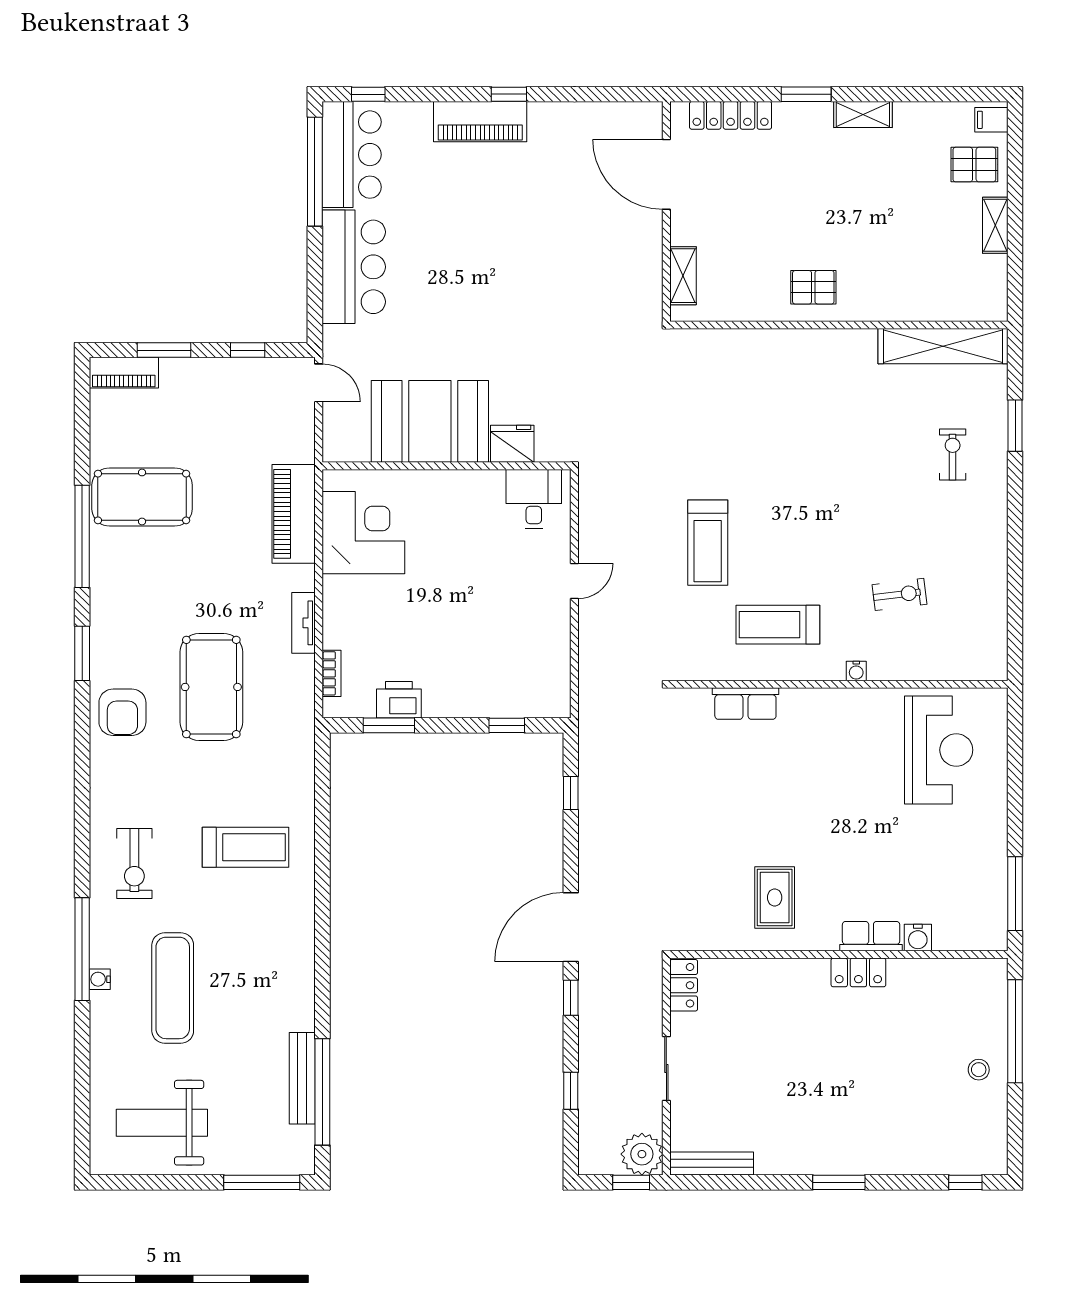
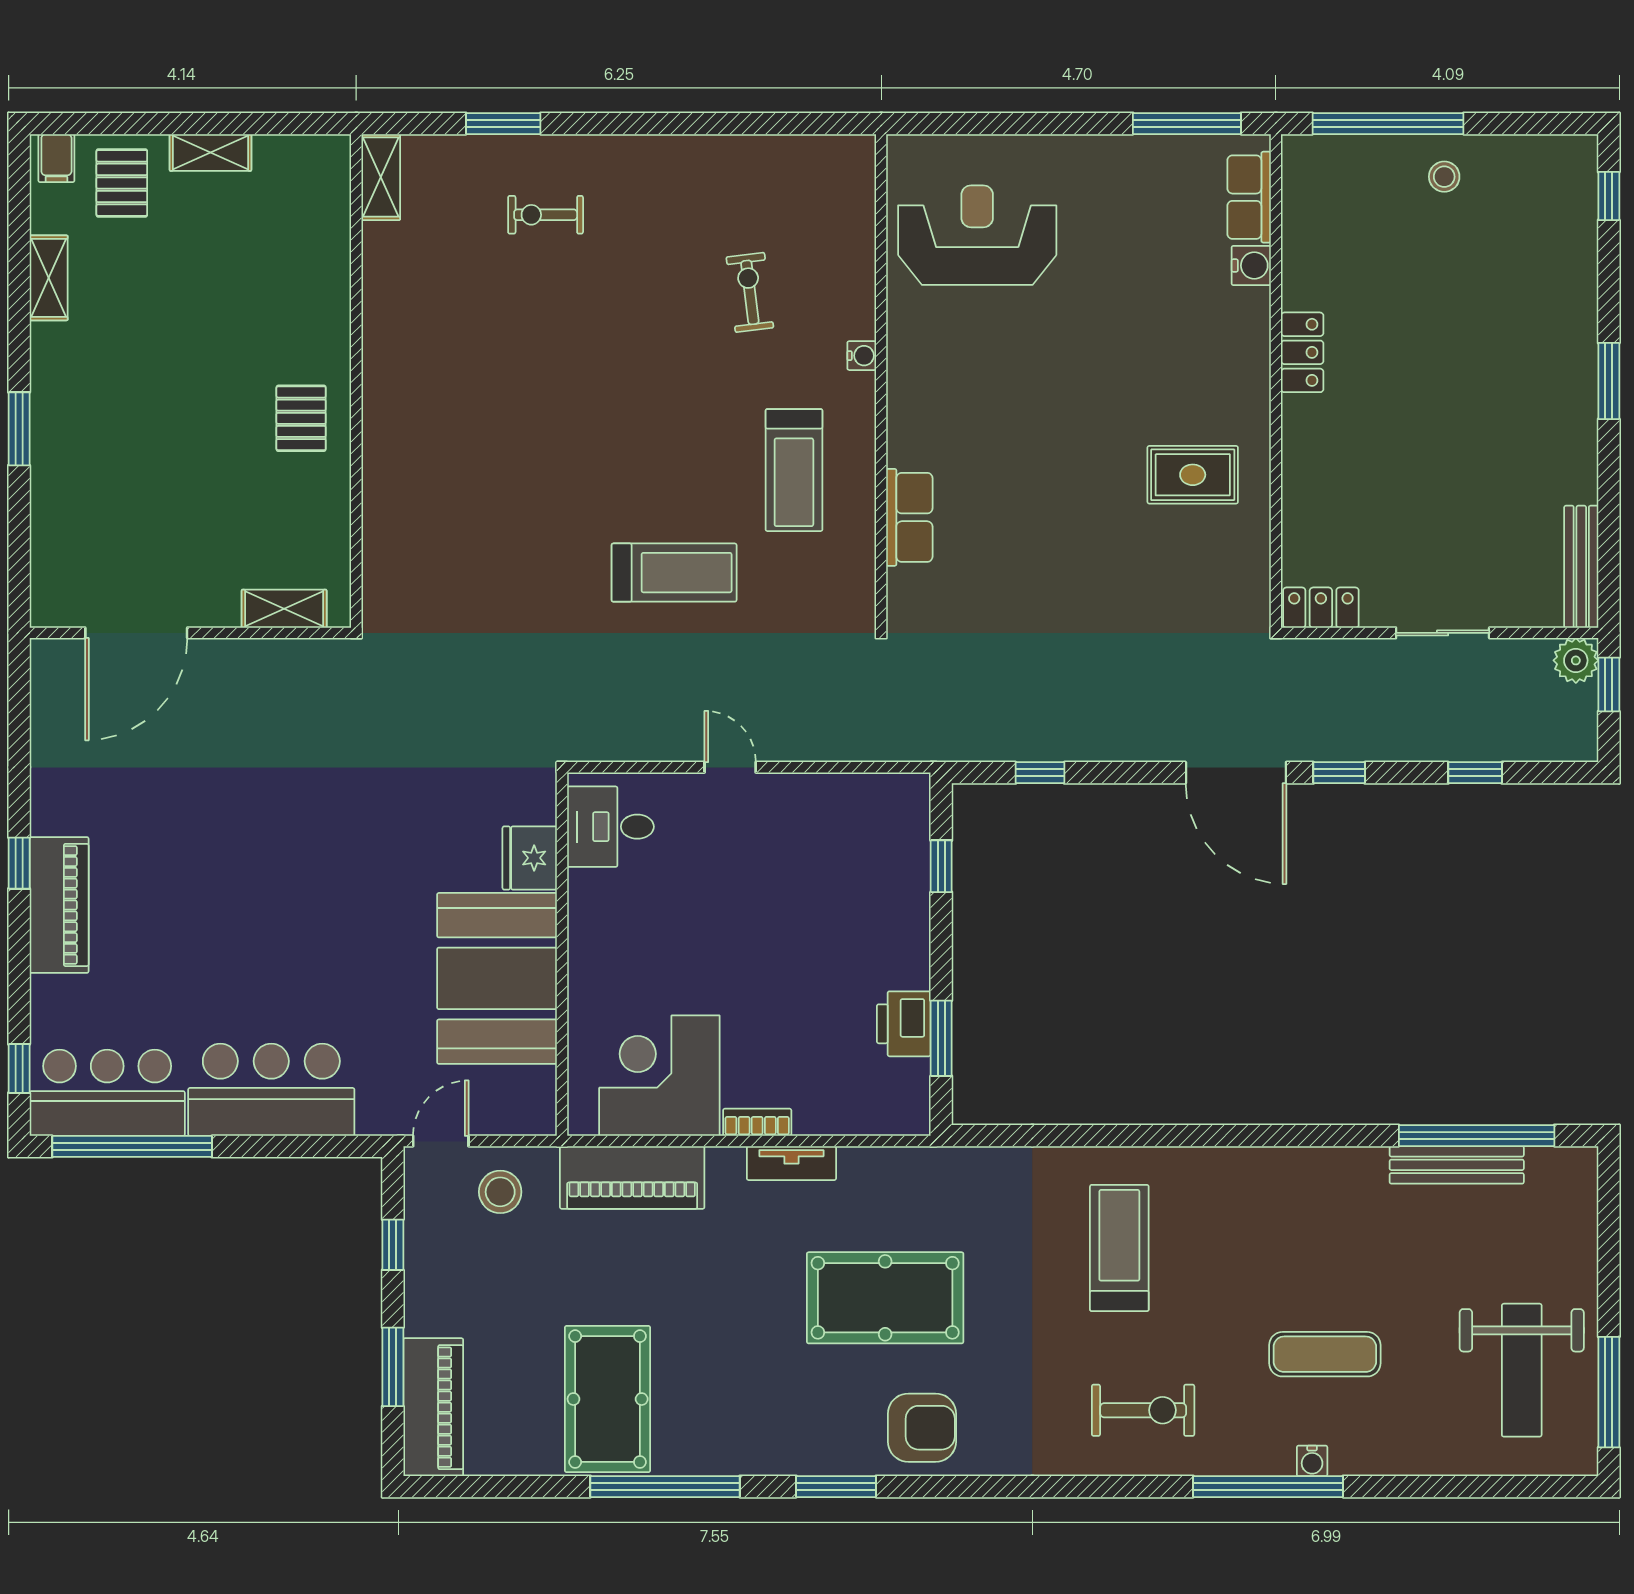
shelving: (863, 114) -> (49, 278), moved
locker: (731, 115) -> (50, 539), removed
shelving: (943, 346) -> (381, 177), width x0.45, depth x0.75
piano: (124, 373) -> (433, 1407), width x1.37, depth x1.33
stool: (284, 424) -> (500, 1192), added
bookcase: (331, 673) -> (757, 1122), moved
row of seats: (871, 936) -> (1249, 197), moved
exercise mat: (173, 988) -> (1325, 1354), width x0.73, depth x0.69
plant: (642, 1154) -> (1576, 660), width x0.73, depth x0.73
window: (262, 1182) -> (1609, 1392), moved

